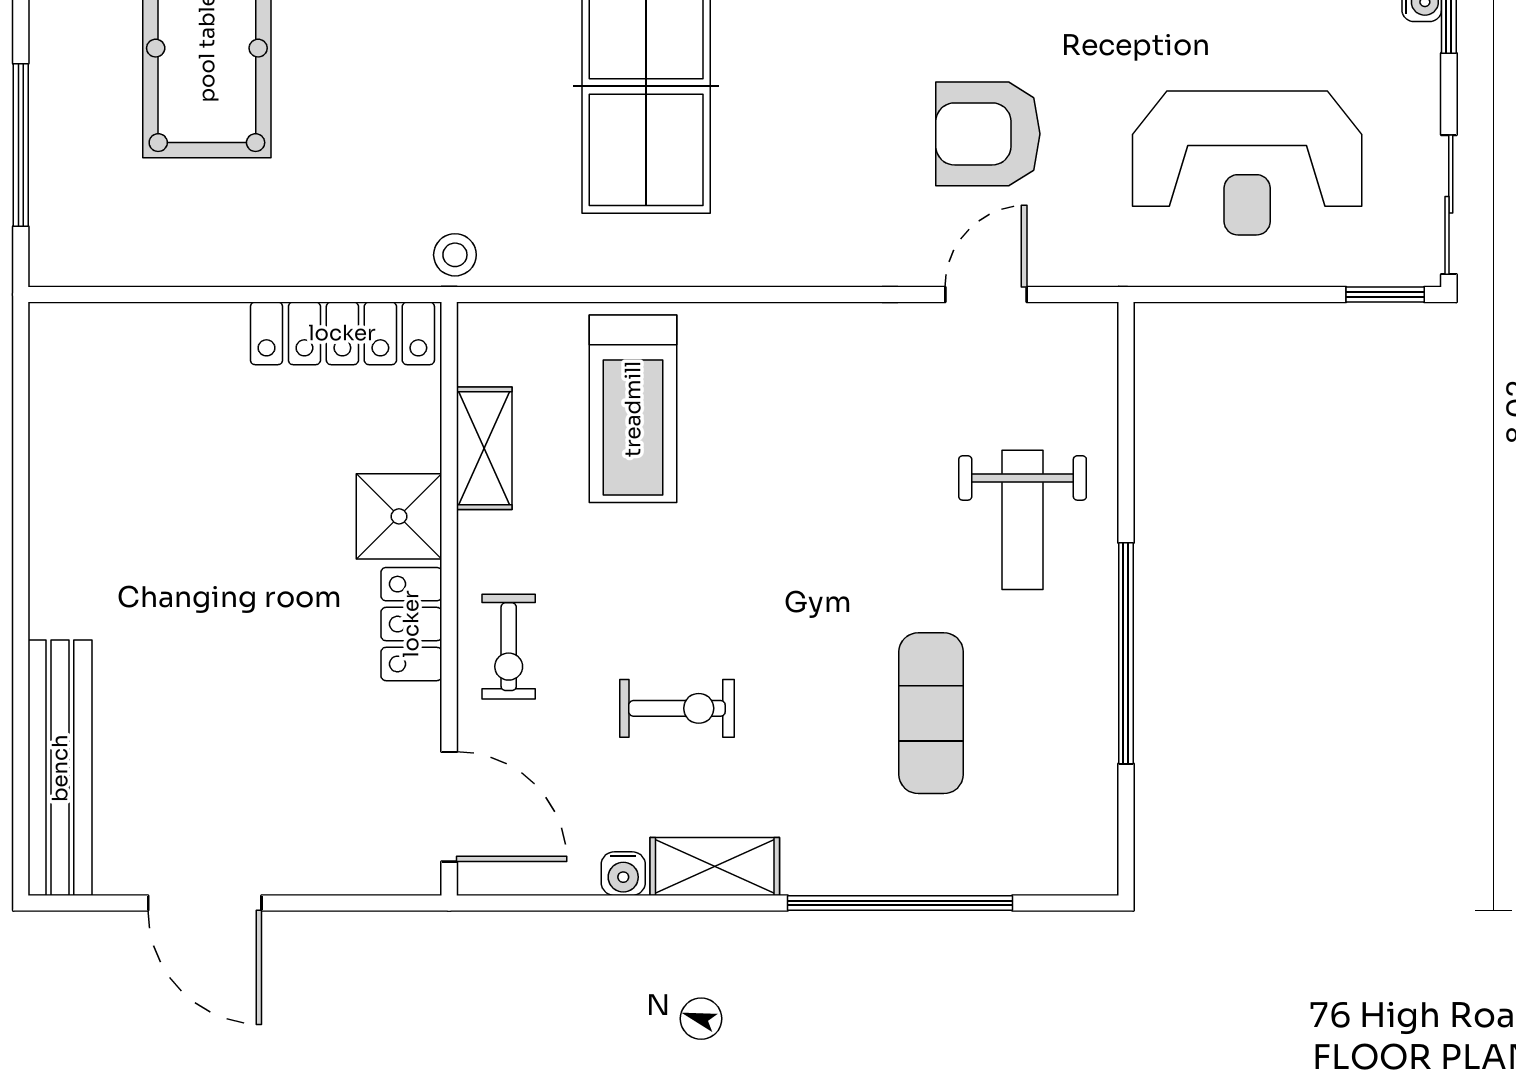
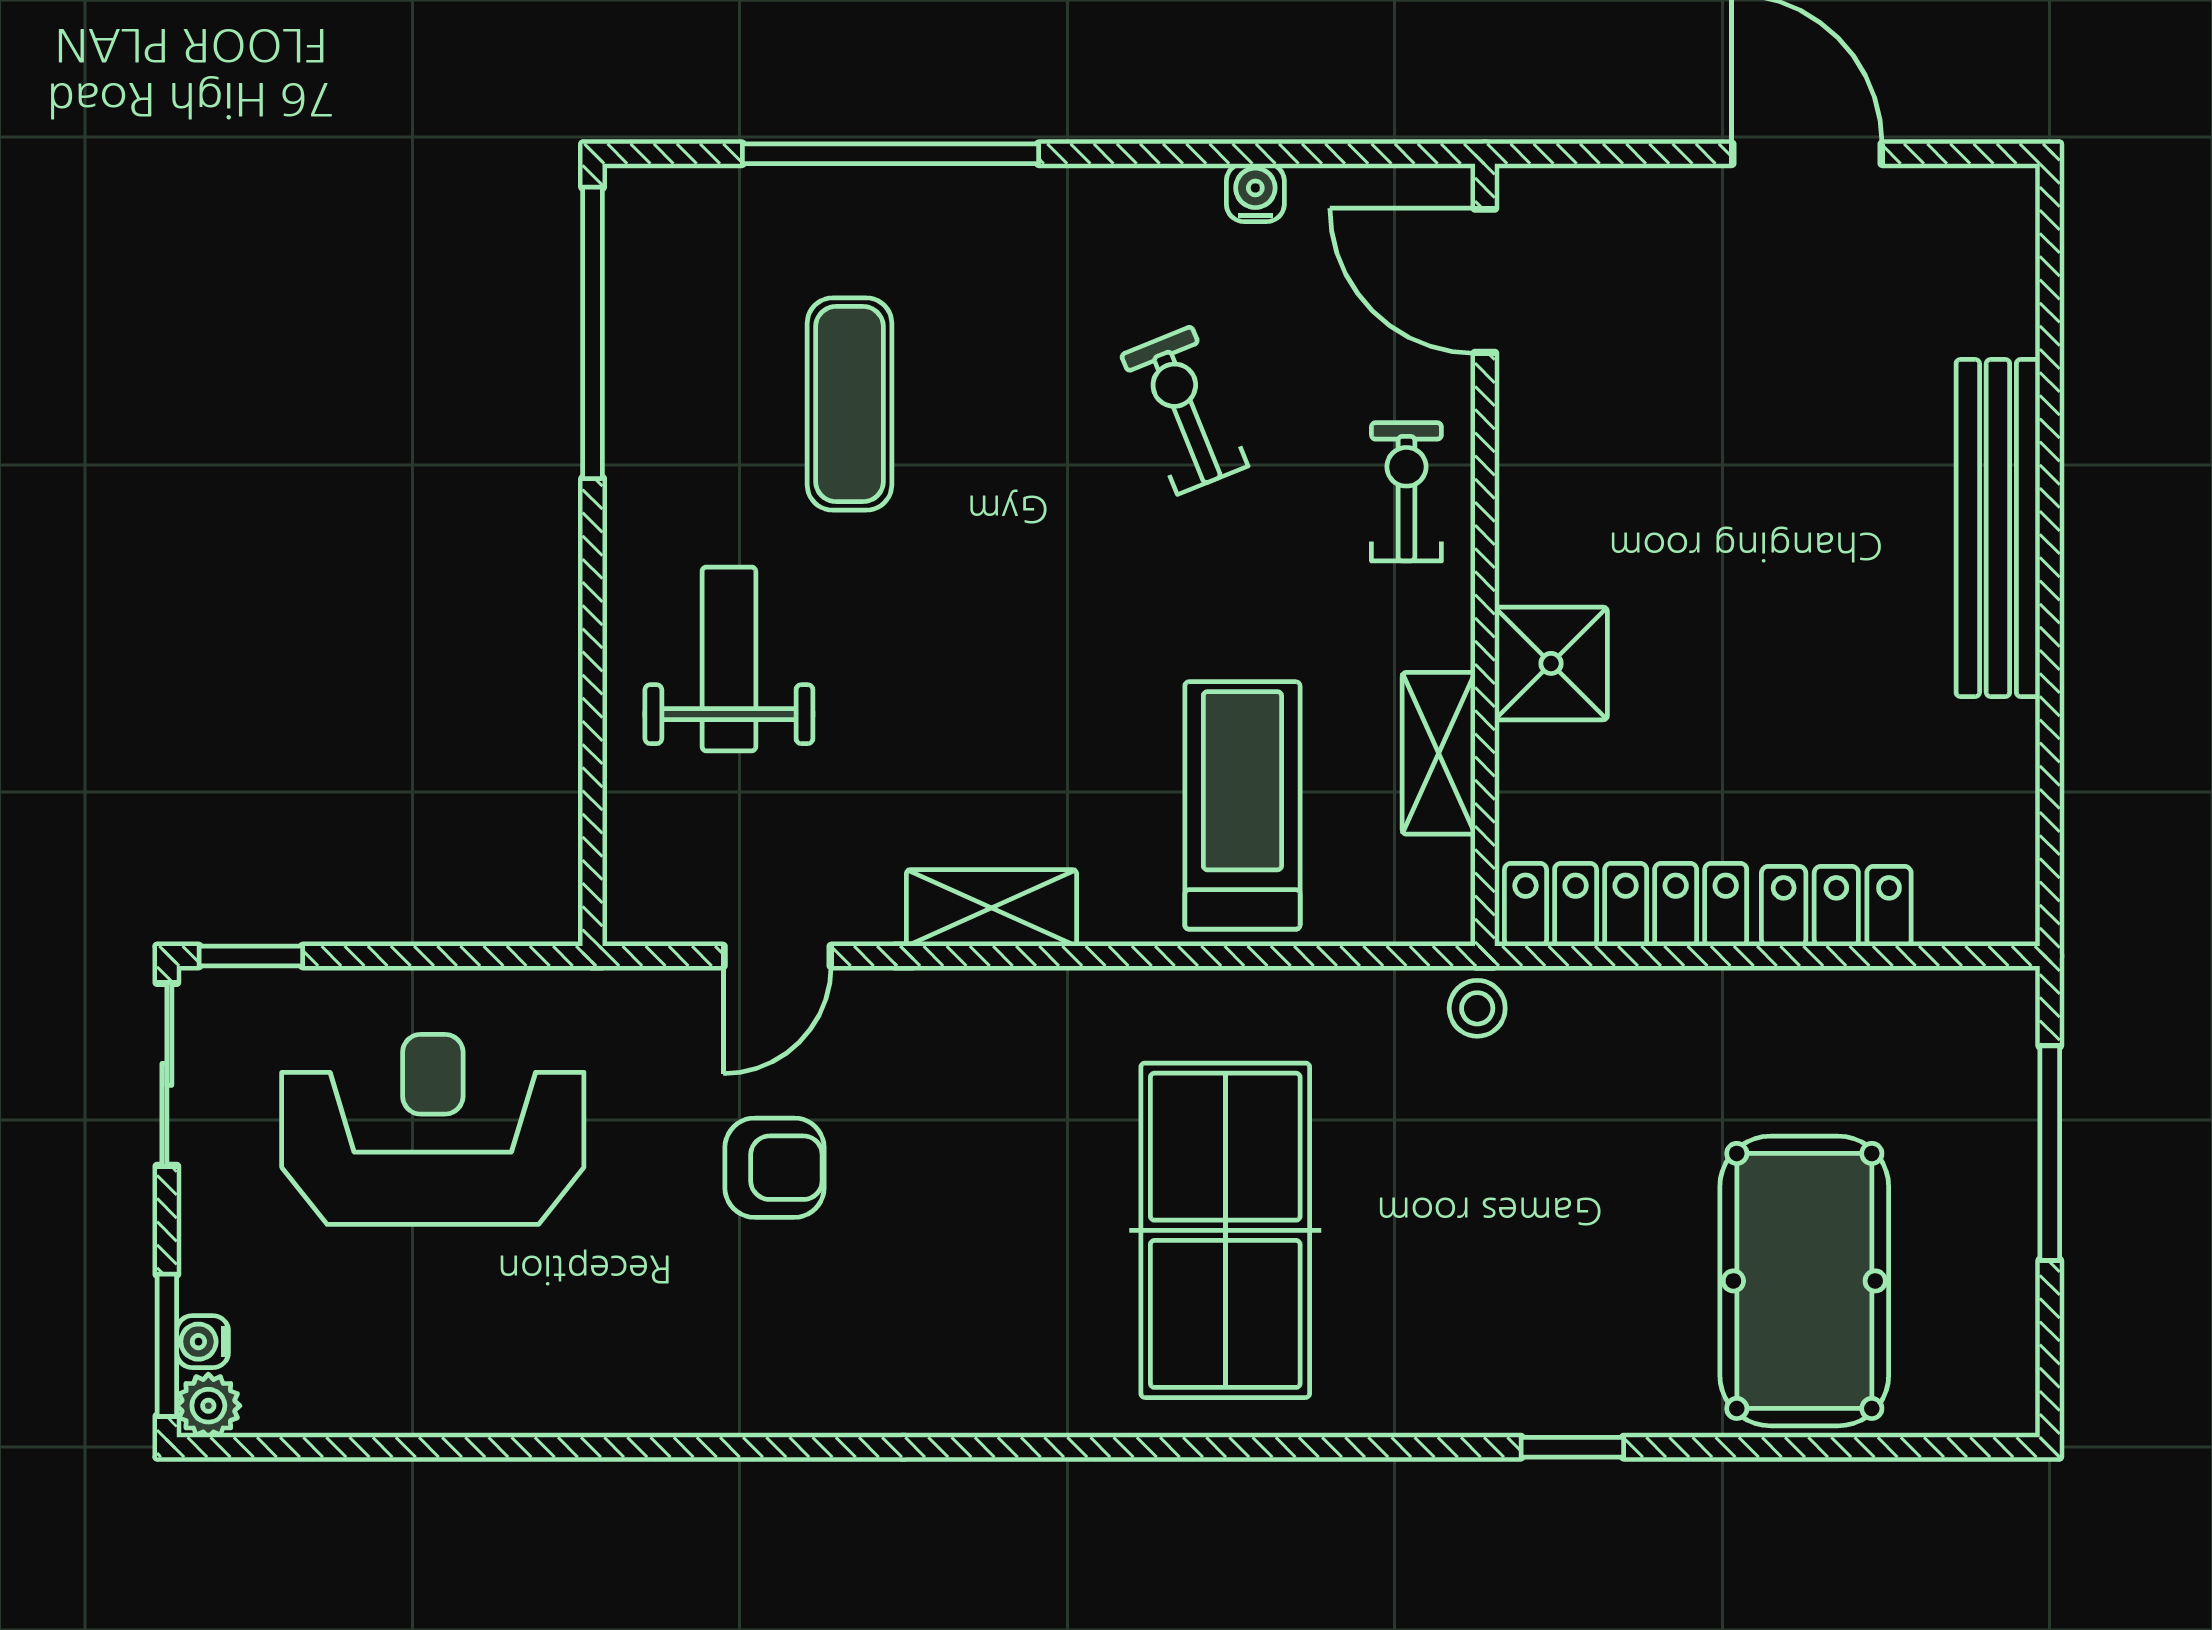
armchair: (988, 134) -> (775, 1168), width x0.72, depth x0.72
locker: (411, 624) -> (1836, 906), moved, turned -90
window: (1126, 653) -> (593, 333), moved
exercise bike: (677, 708) -> (1184, 410), turned 68
bench: (60, 768) -> (1998, 528), moved
shelving: (715, 866) -> (991, 908), moved

